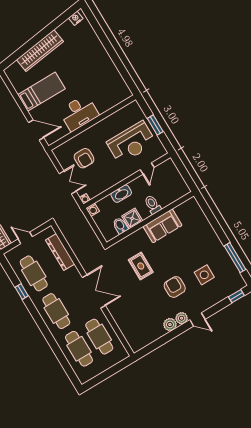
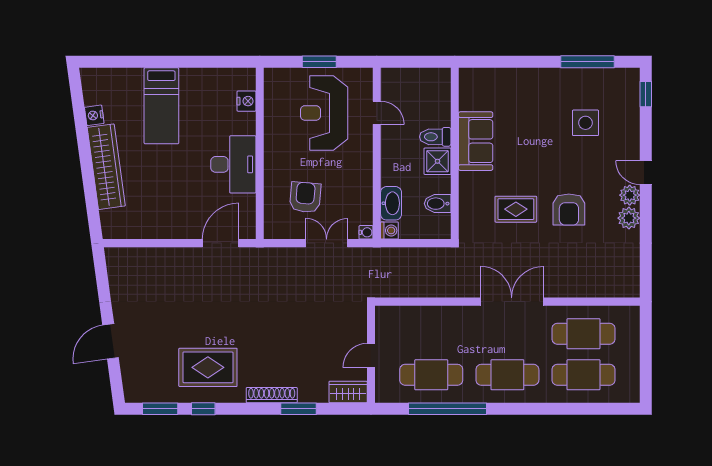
nightstand: (76, 18) -> (94, 115), moved
bed: (41, 92) -> (161, 106), moved, turned 180
nightstand: (114, 101) -> (247, 101), added
reception desk: (131, 142) -> (324, 113), turned 180
armchair: (84, 158) -> (305, 197), turned -85
washbasin: (121, 194) -> (391, 203), moved
shower: (132, 218) -> (437, 161), moved
dresser: (60, 252) -> (423, 317), removed
armchair: (175, 287) -> (569, 210), moved, turned -90
window: (22, 292) -> (447, 409), width x3.17
door: (197, 319) -> (646, 173), swing flipped

